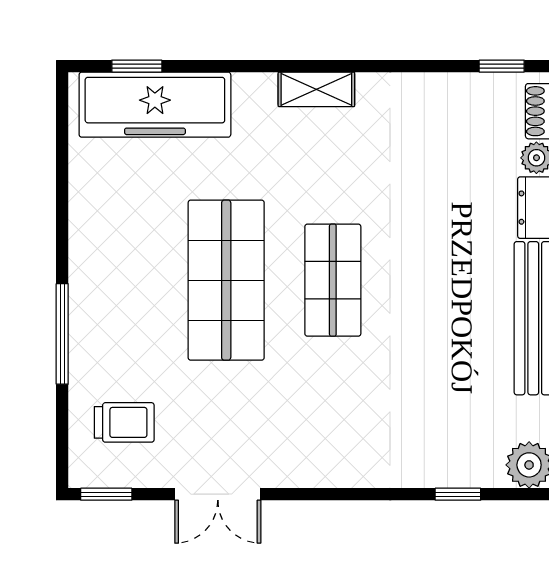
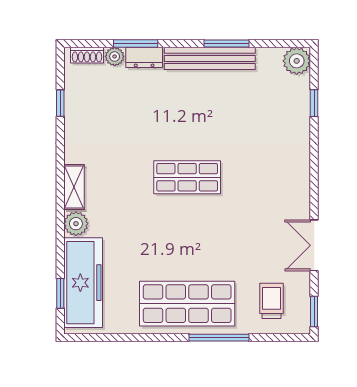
window: (502, 66) -> (60, 103), moved
plant: (254, 93) -> (76, 224), added
shop shelf: (226, 280) -> (187, 304), moved
double door: (218, 494) -> (314, 245), swing flipped

